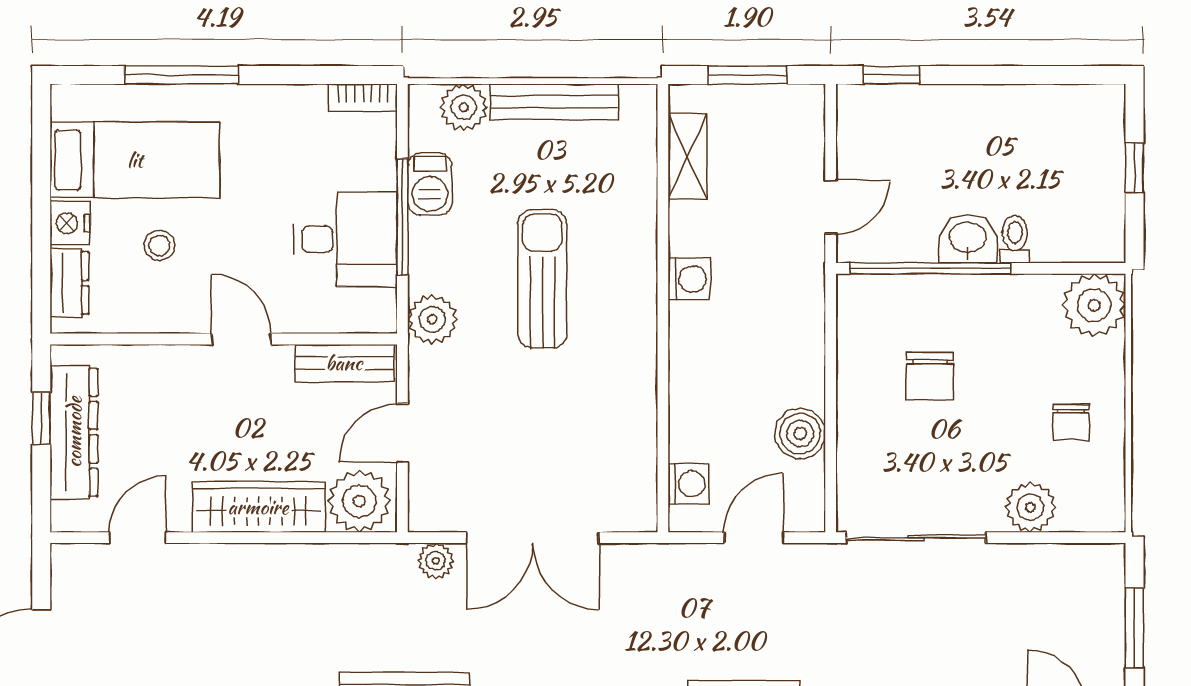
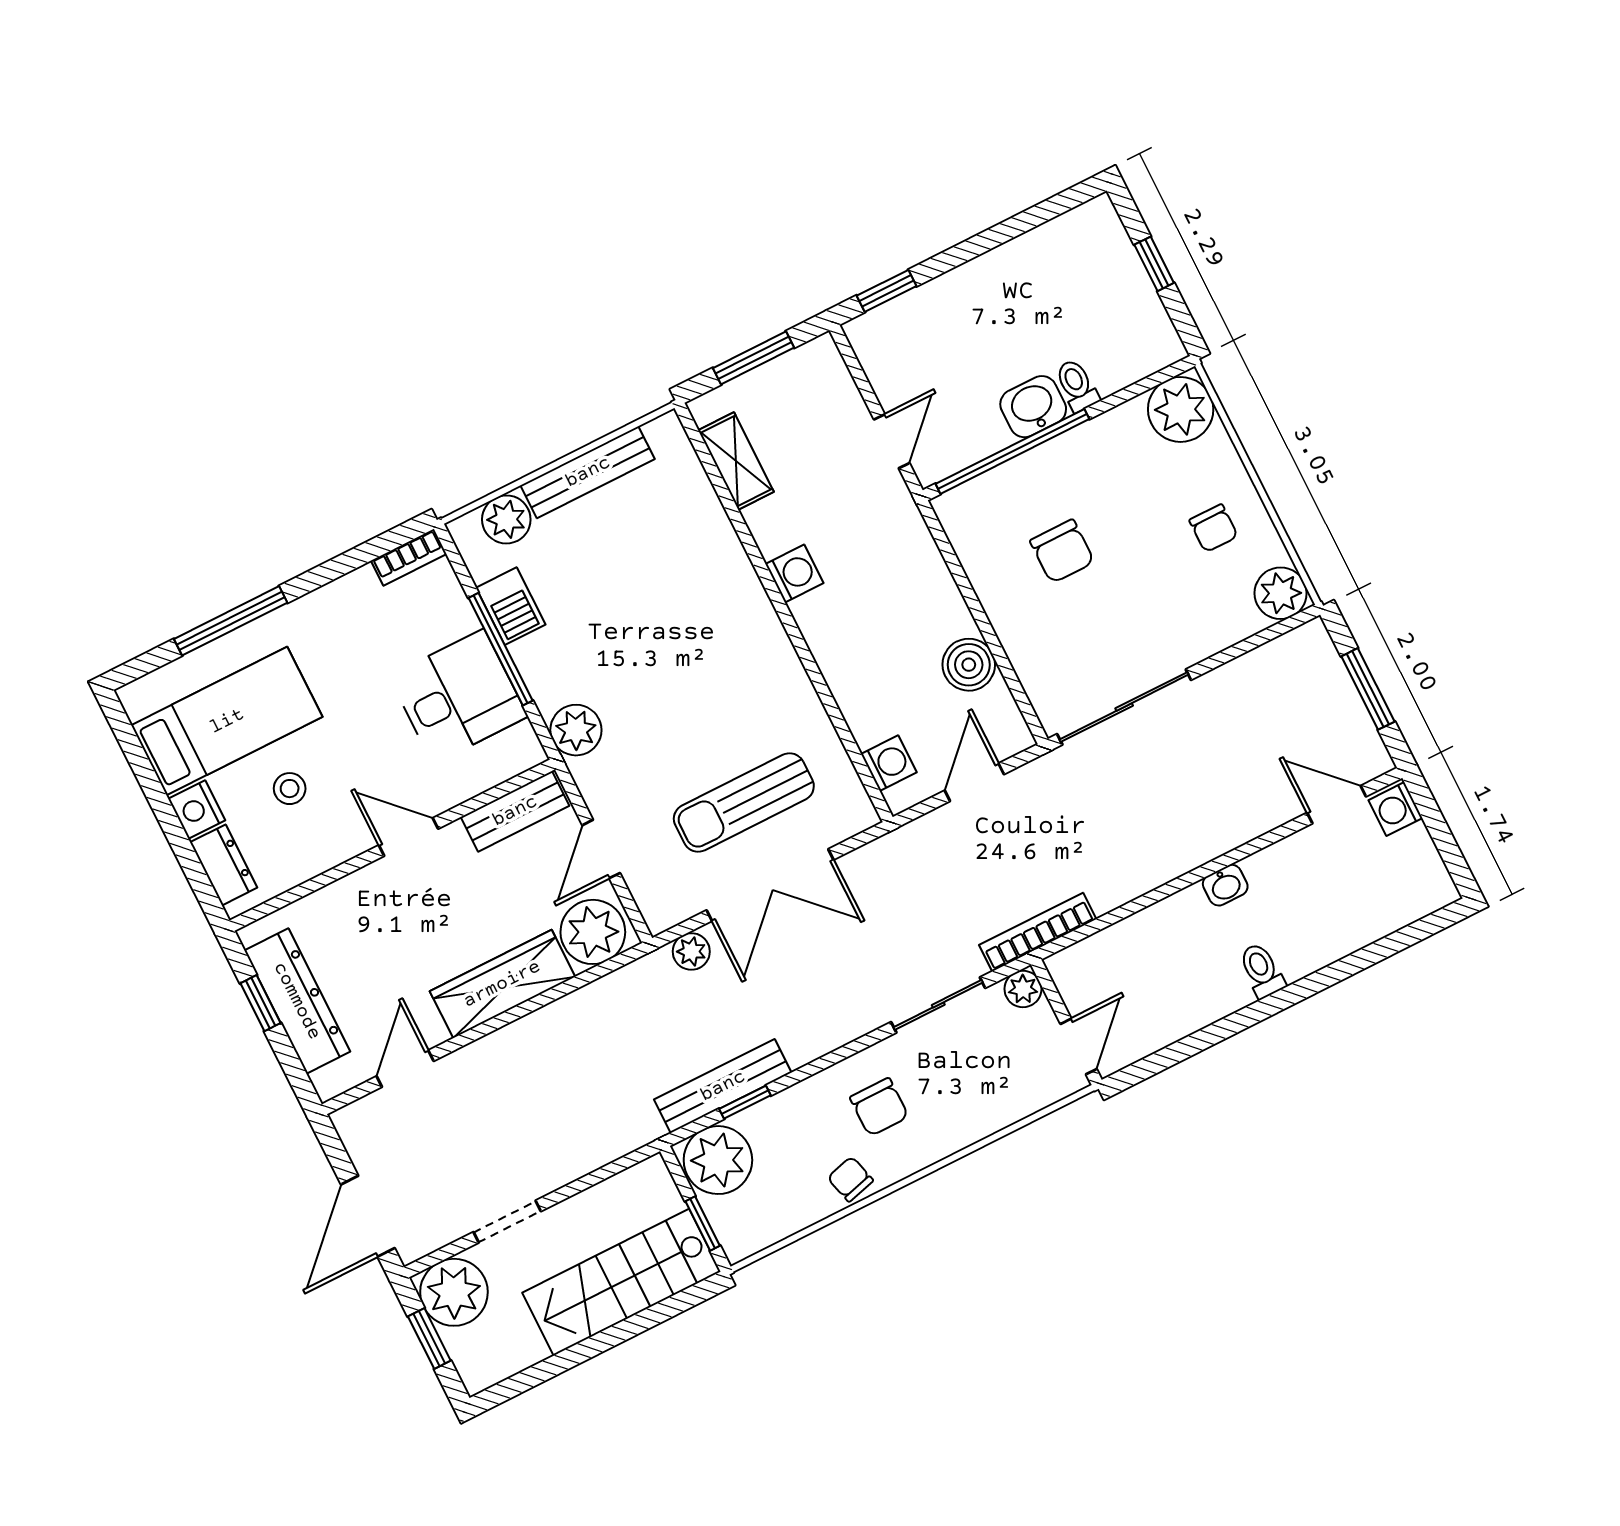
sun lounger: (542, 279) -> (744, 802), moved, turned -90
plant: (1030, 507) -> (1281, 593), moved

